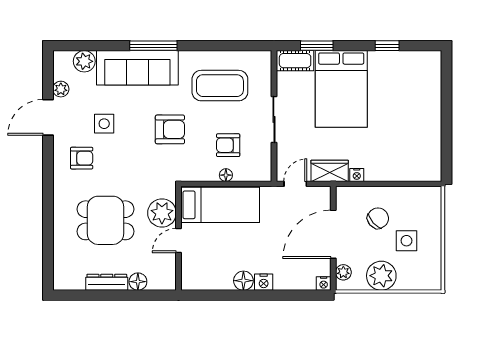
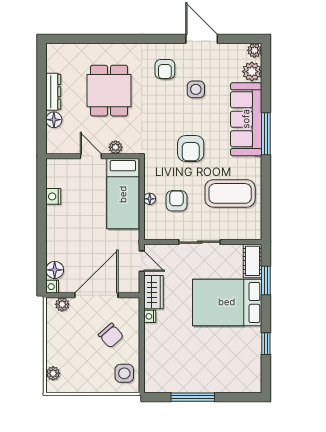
coffee table: (220, 86) -> (230, 193), turned 90
plant: (61, 89) -> (254, 50), moved
window: (447, 127) -> (193, 397), added
plant: (162, 213) -> (116, 147), width x0.53, depth x0.53
door: (333, 234) -> (96, 295), hinge flipped
side table: (406, 241) -> (124, 373), moved
plant: (381, 276) -> (53, 373), moved, width x0.53, depth x0.53
floor lamp: (243, 281) -> (55, 270), moved
nightstand: (264, 282) -> (53, 196), moved

